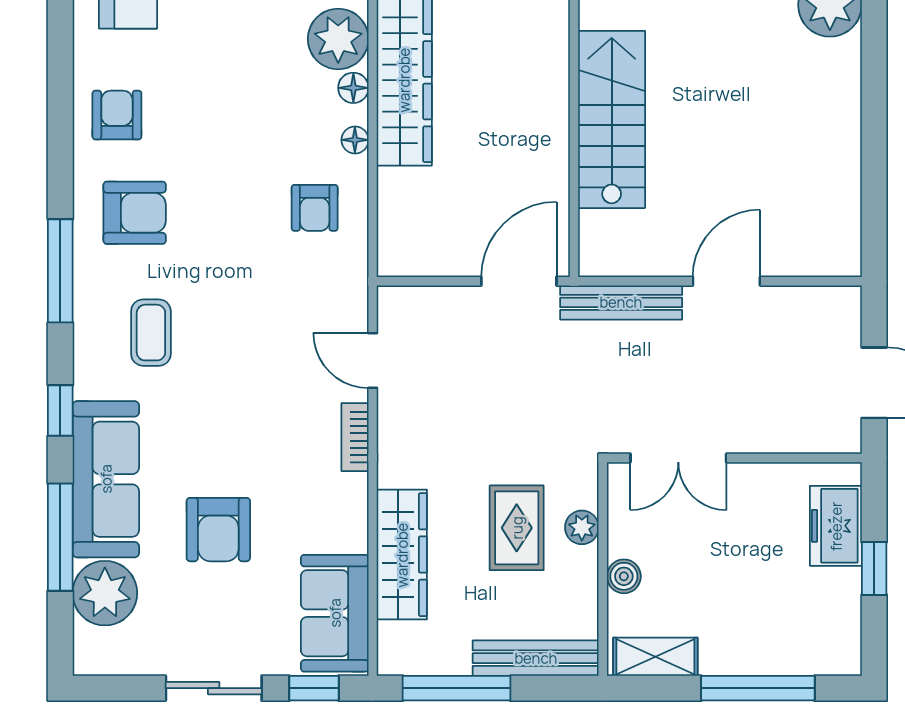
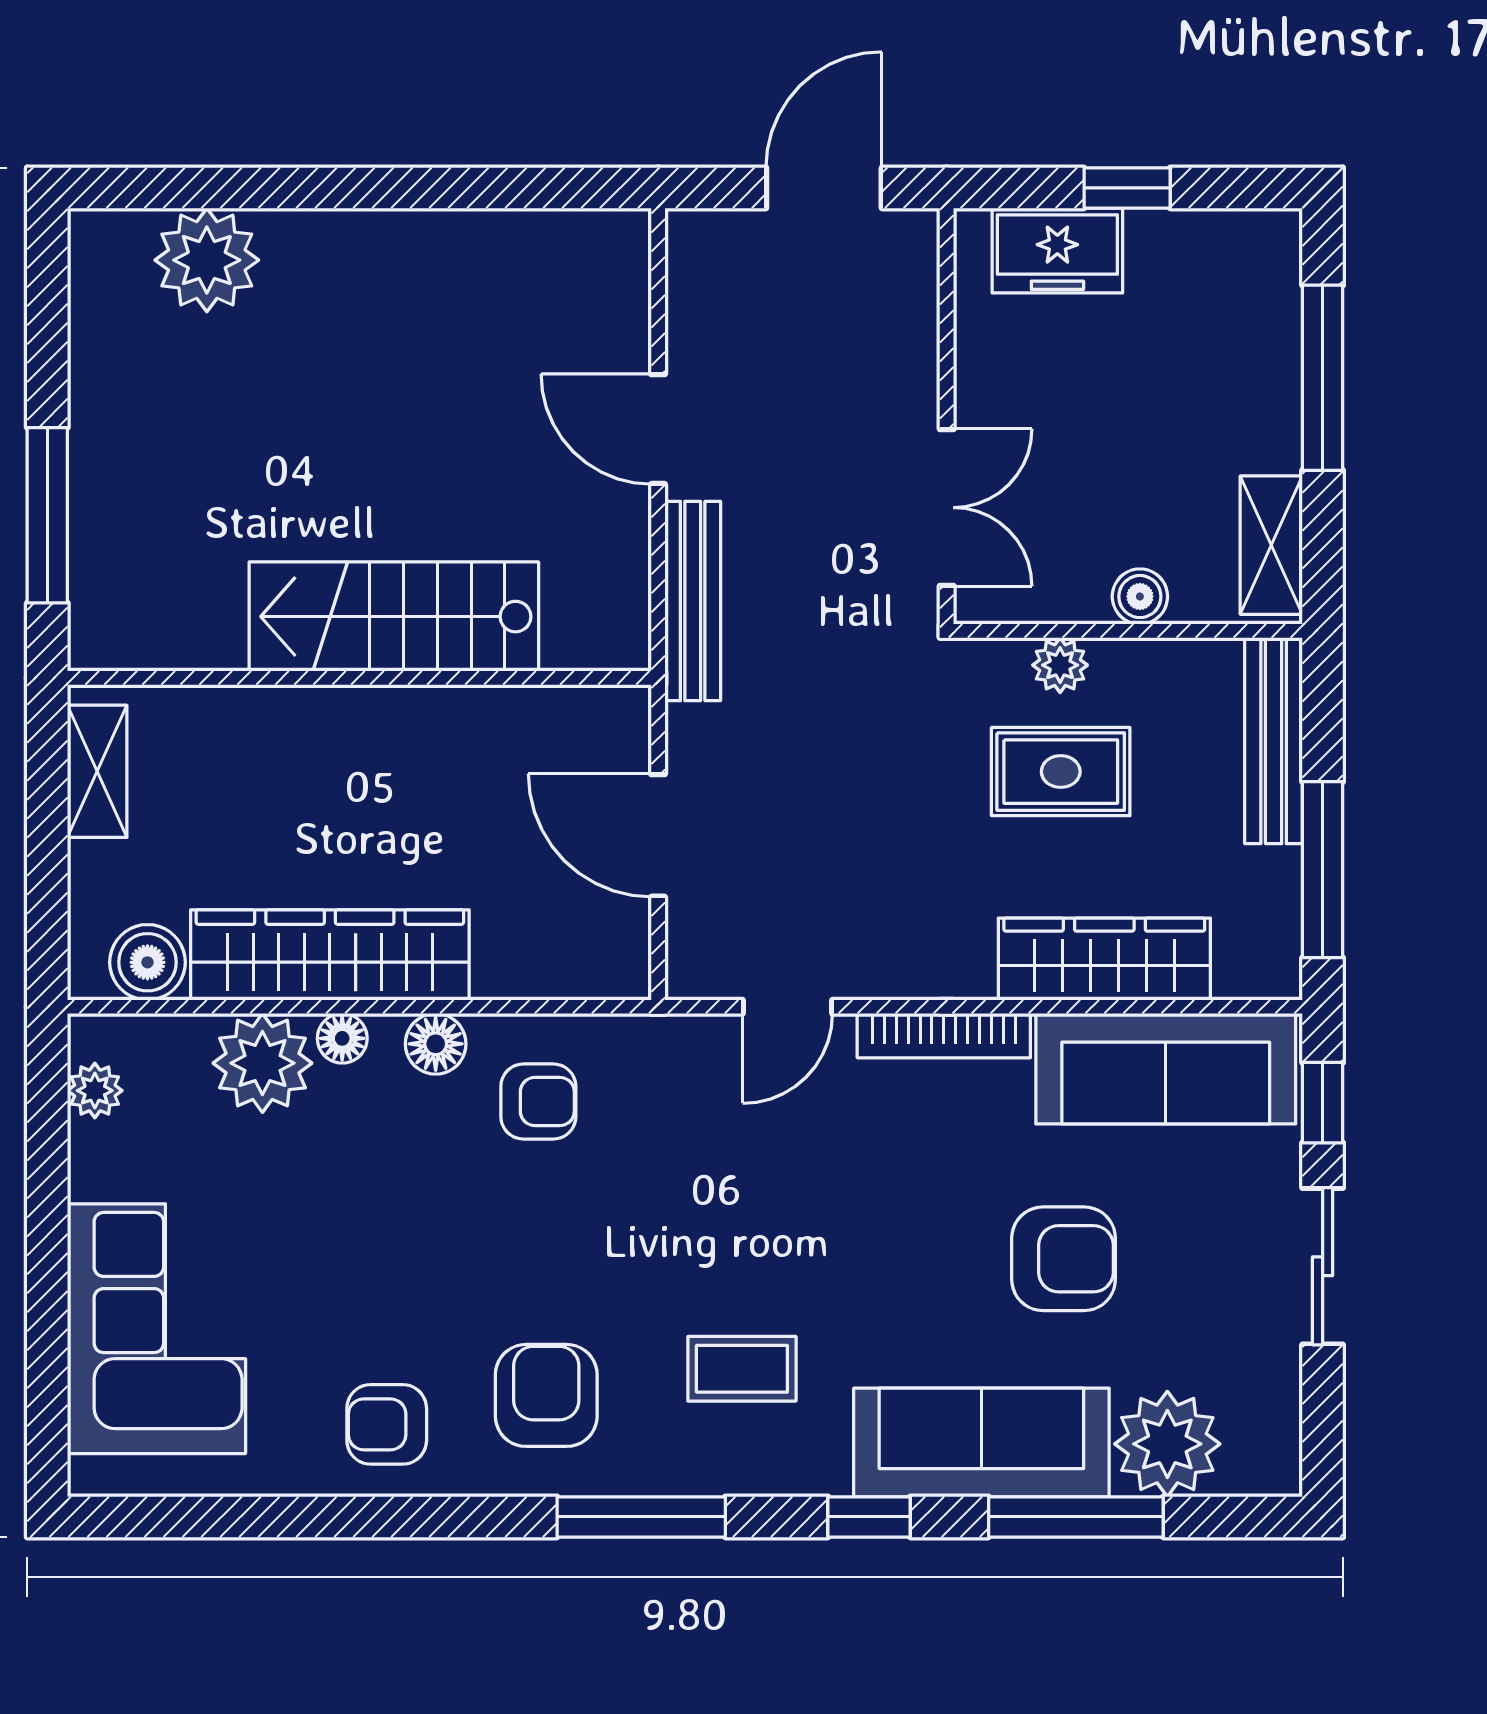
floor lamp: (355, 140) -> (436, 1044), width x1.37, depth x1.37
door: (519, 281) -> (658, 835), moved
bookcase: (355, 437) -> (944, 1036), width x1.56
sofa: (335, 613) -> (1166, 1069), width x1.36

